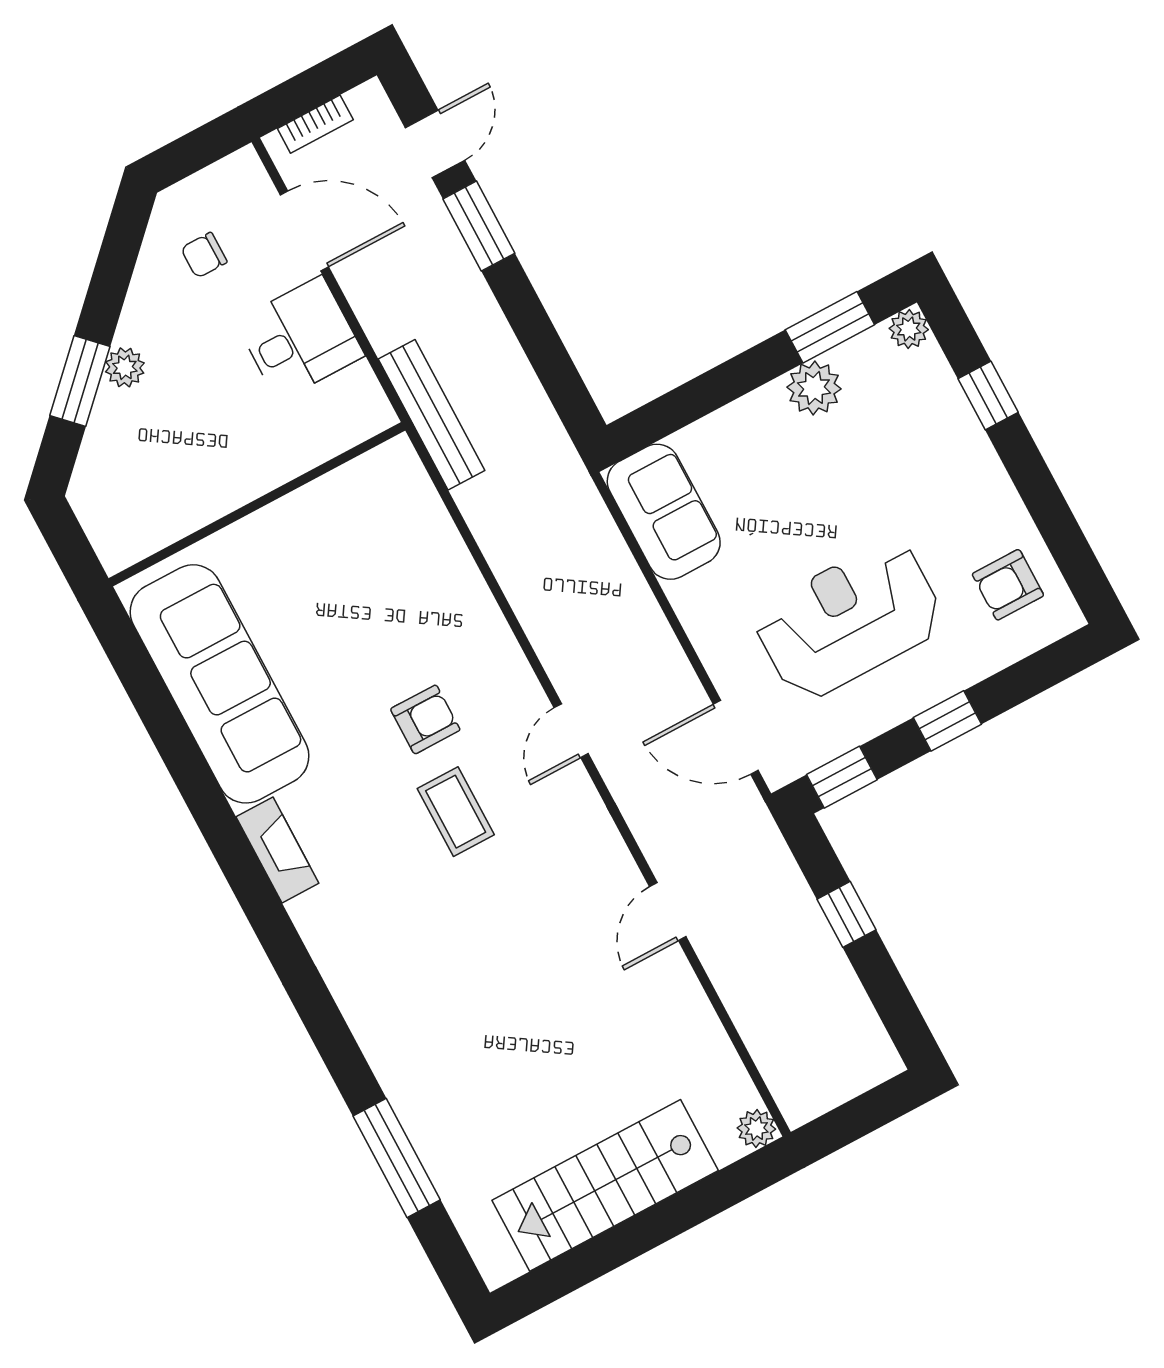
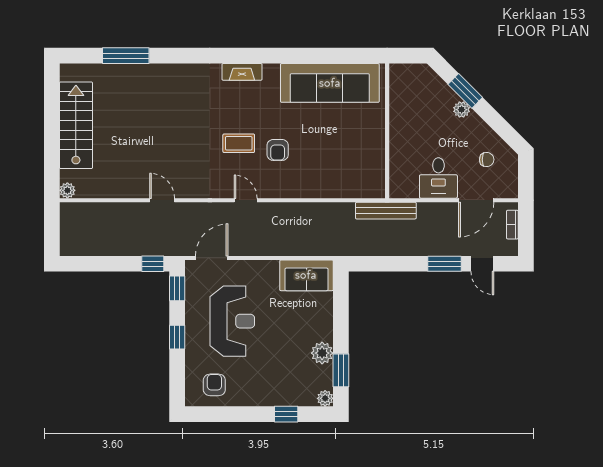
chair: (204, 255) -> (487, 160), turned 90
fireplace: (277, 850) -> (242, 72), moved
window: (846, 914) -> (153, 264), moved

